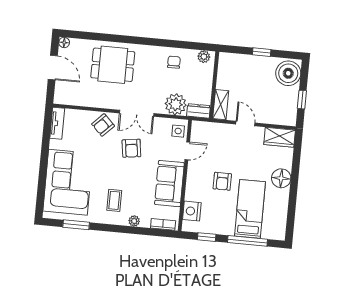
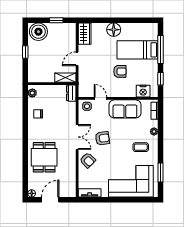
plant: (176, 104) -> (68, 110), removed

